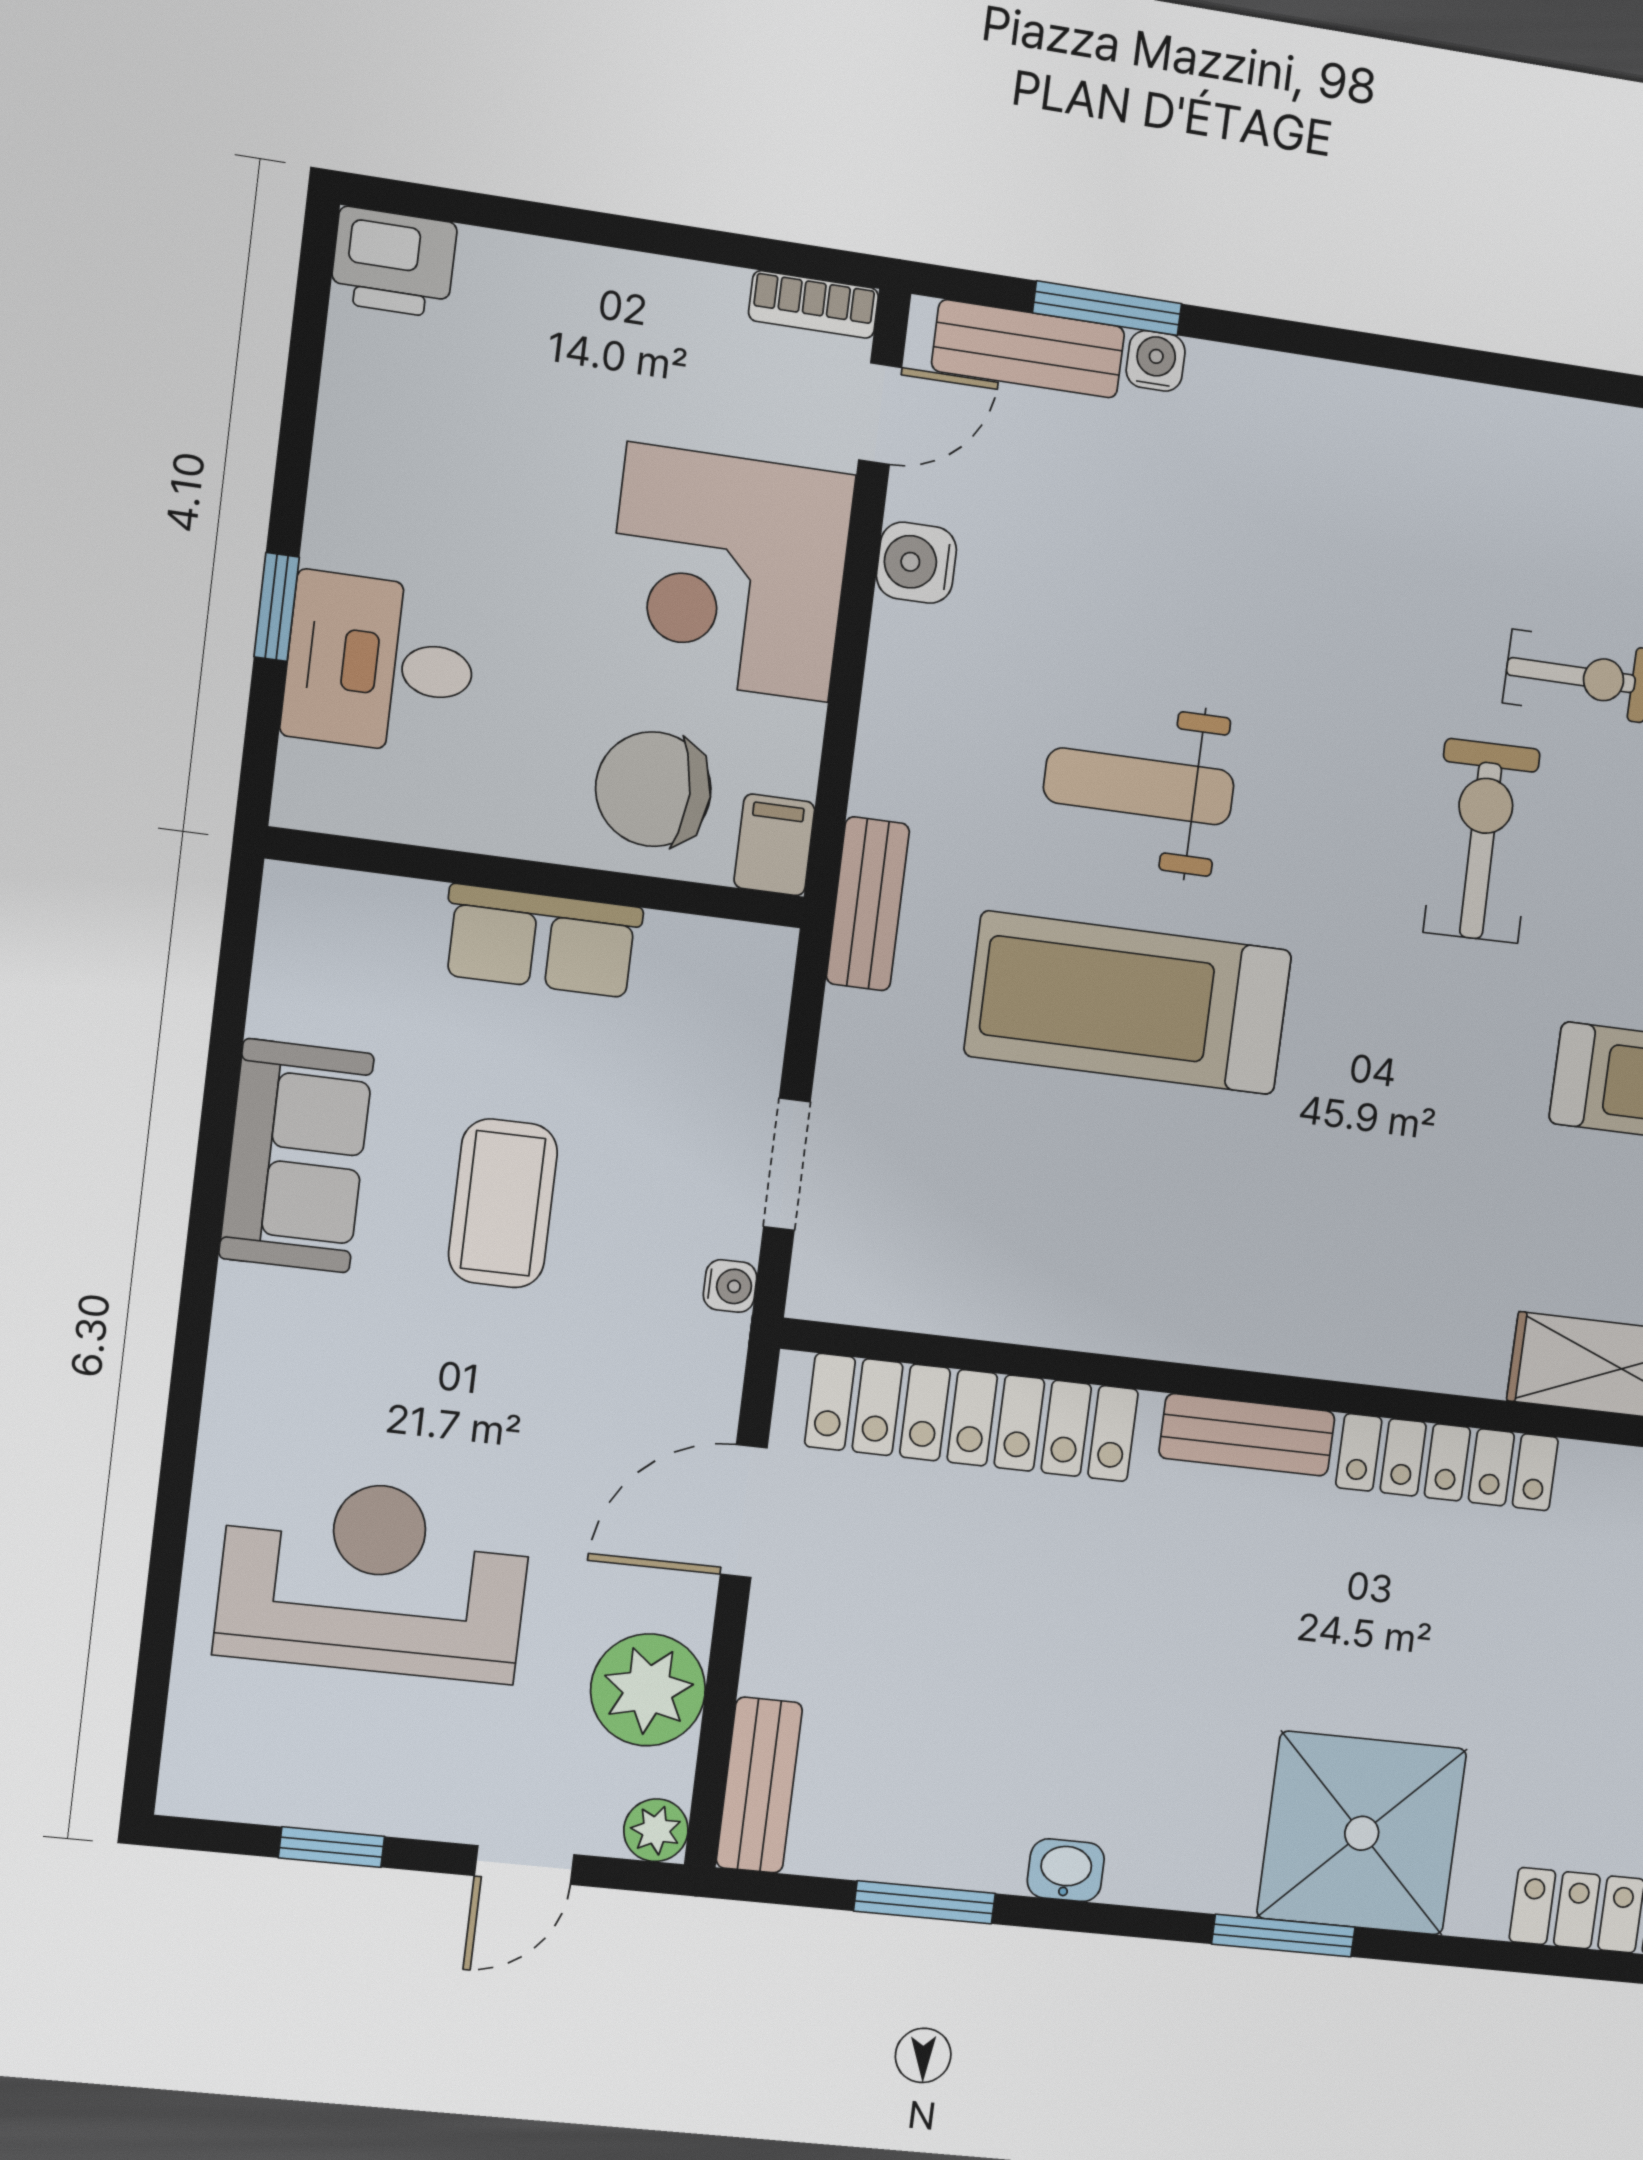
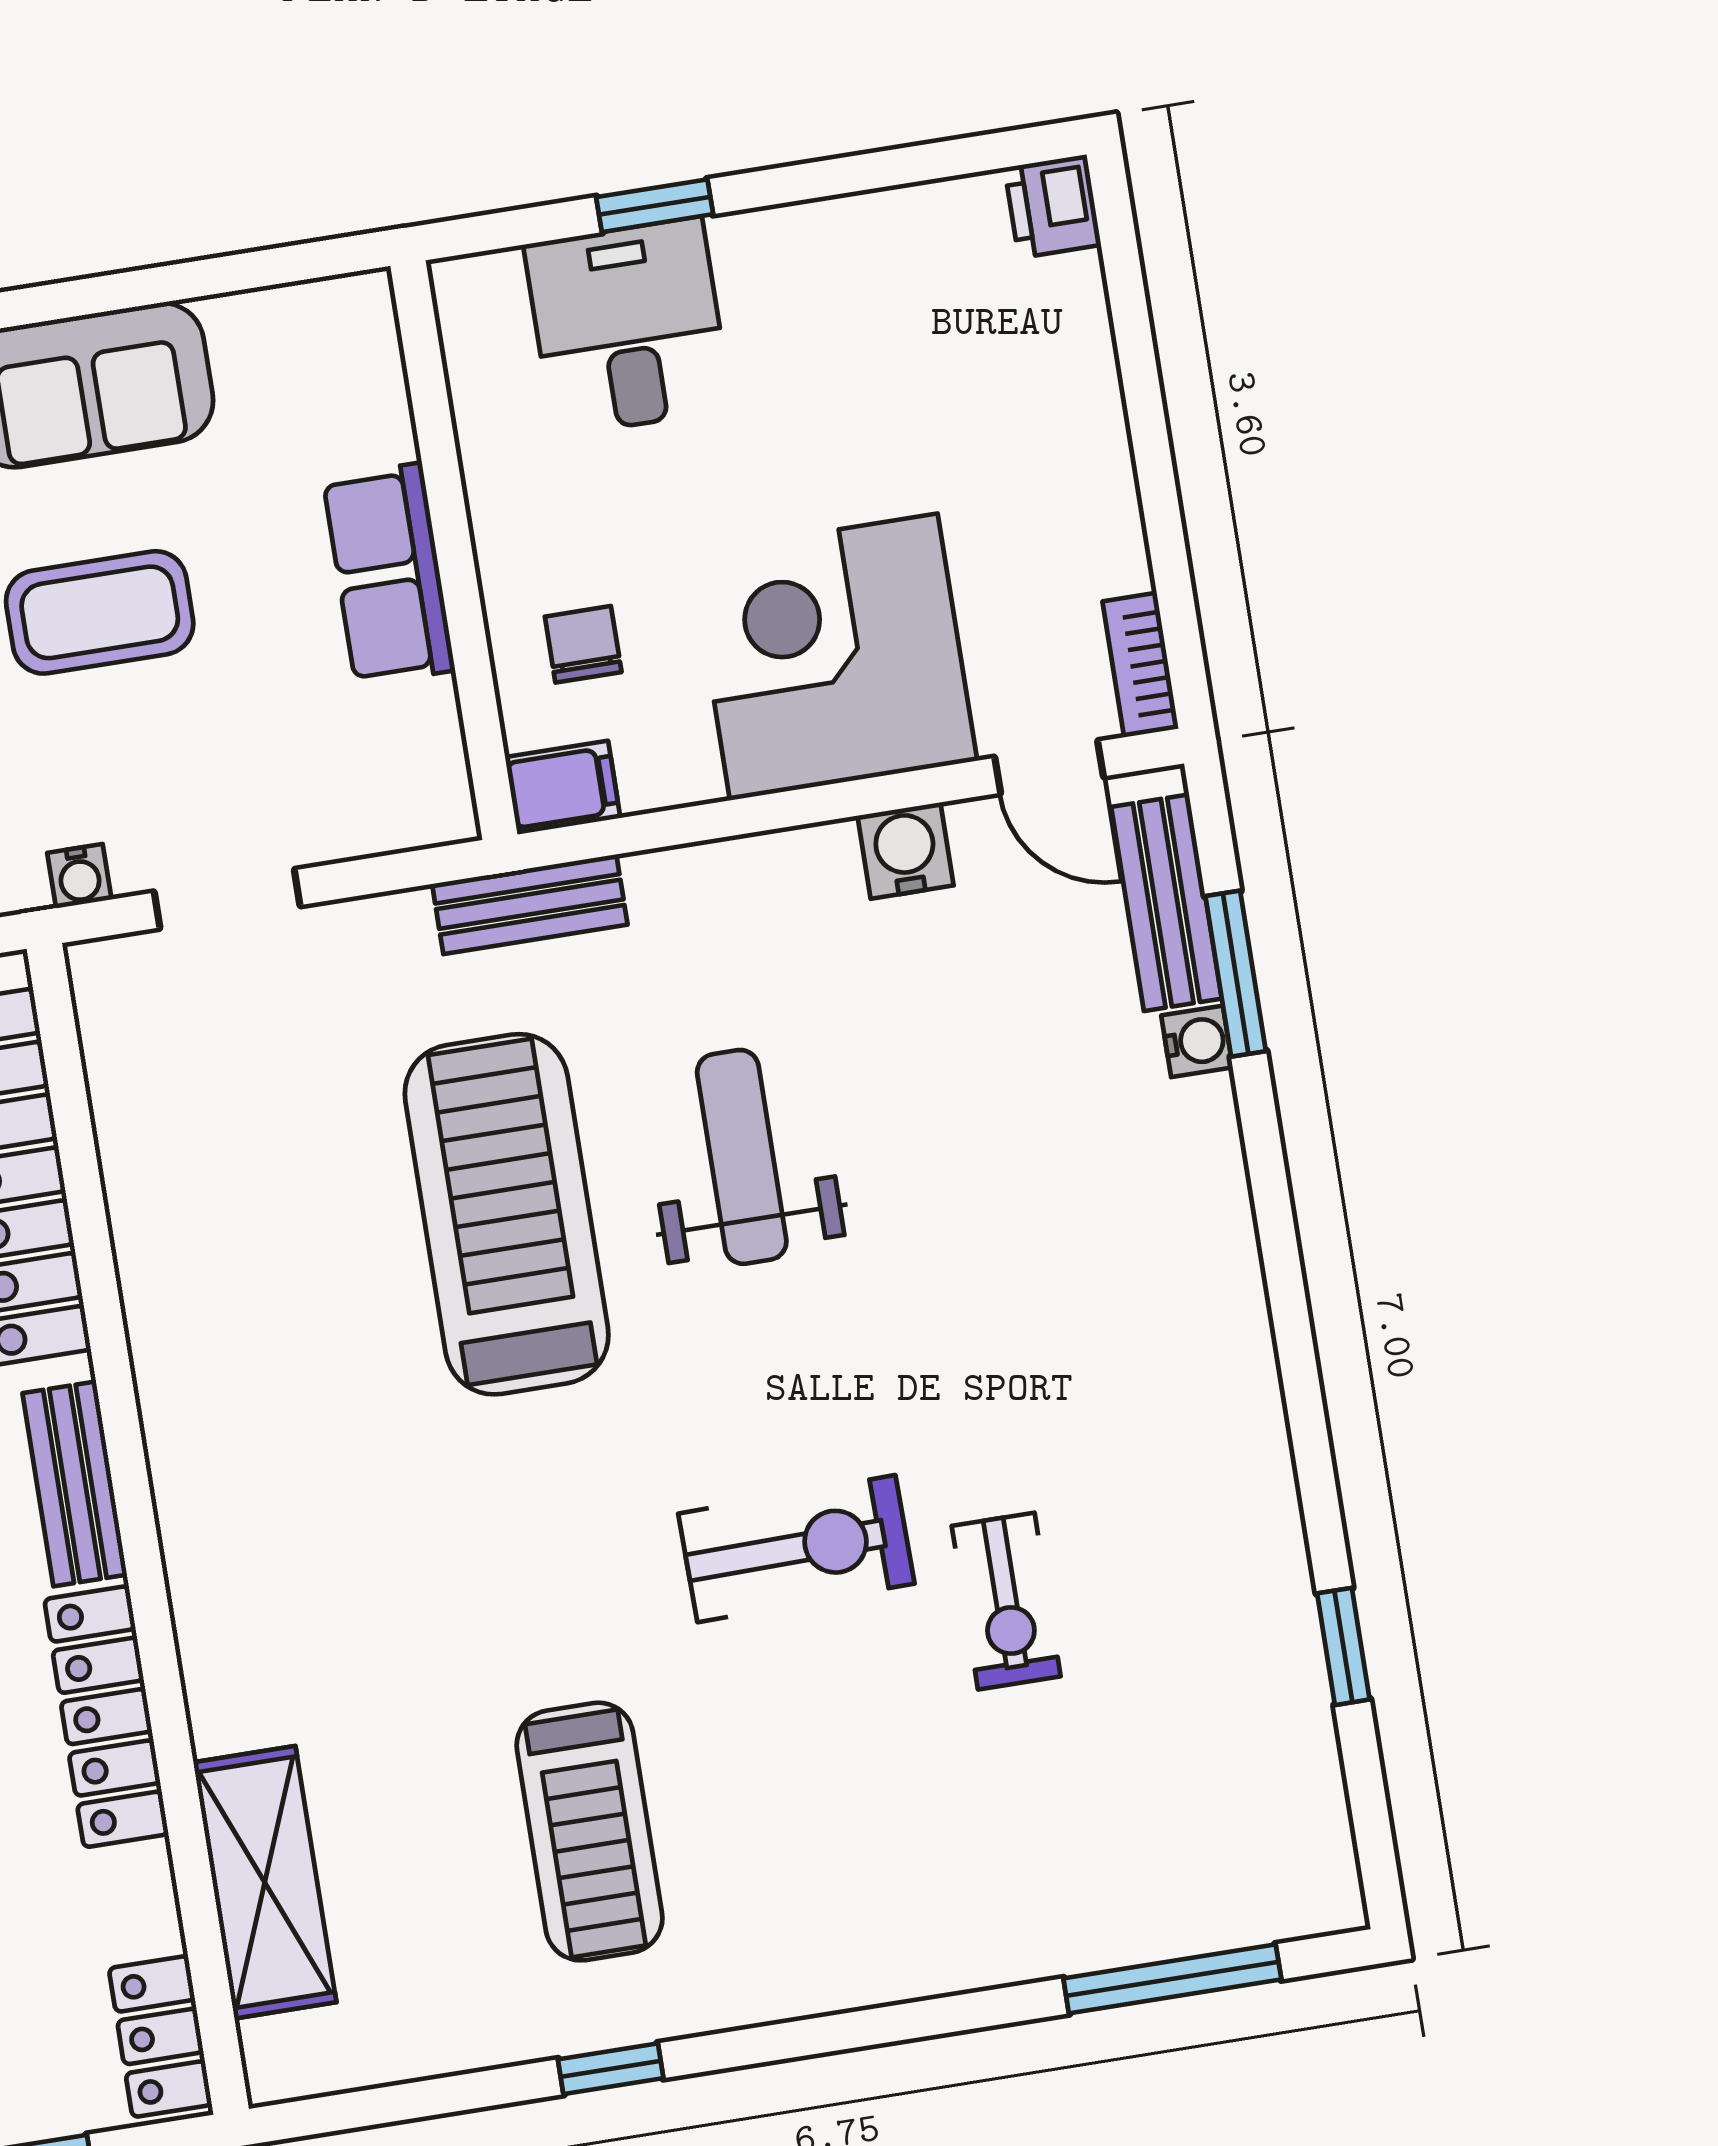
printer: (393, 262) -> (1053, 206), width x0.73, depth x0.81
chair: (653, 789) -> (583, 644), width x0.54, depth x0.54

